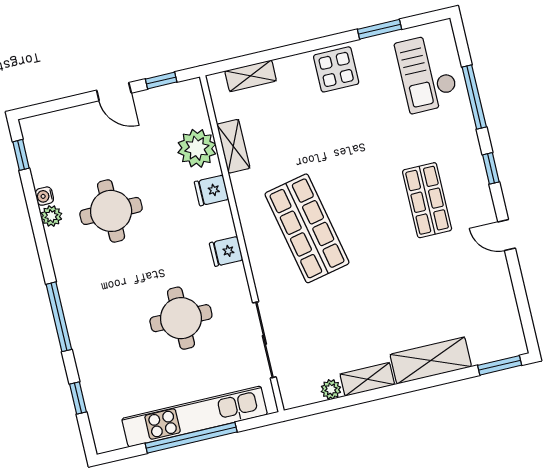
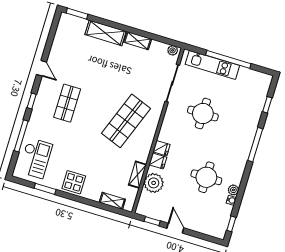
shop shelf: (307, 228) -> (126, 121), turned 33
fridge: (226, 251) -> (162, 148), moved
plant: (331, 389) -> (173, 50), moved
kitchen unit: (195, 417) -> (212, 65), width x0.73

